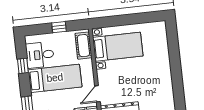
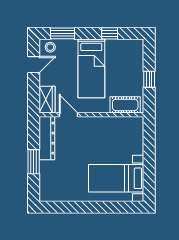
bed with nightstands: (118, 47) -> (116, 178), moved, turned 90
desk: (40, 55) -> (120, 54), removed

